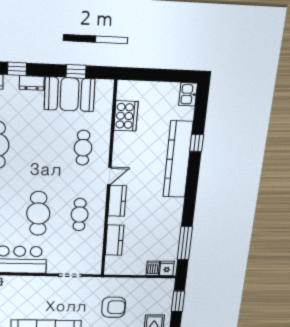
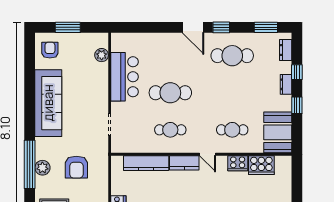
window: (76, 71) -> (297, 105), moved
booth: (69, 94) -> (278, 132), moved
cooker: (122, 143) -> (238, 163), added
kitchen counter: (114, 240) -> (146, 163), width x1.50

